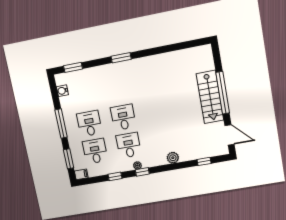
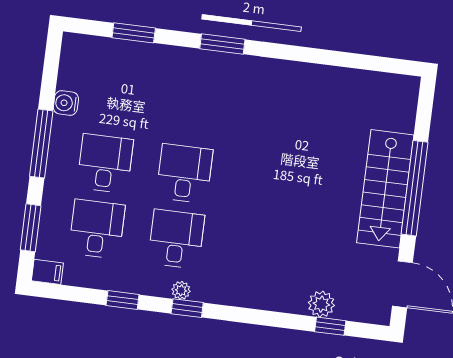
window: (73, 67) -> (134, 33), moved
water cooler: (62, 91) -> (66, 103), moved
plant: (173, 158) -> (321, 304), moved

